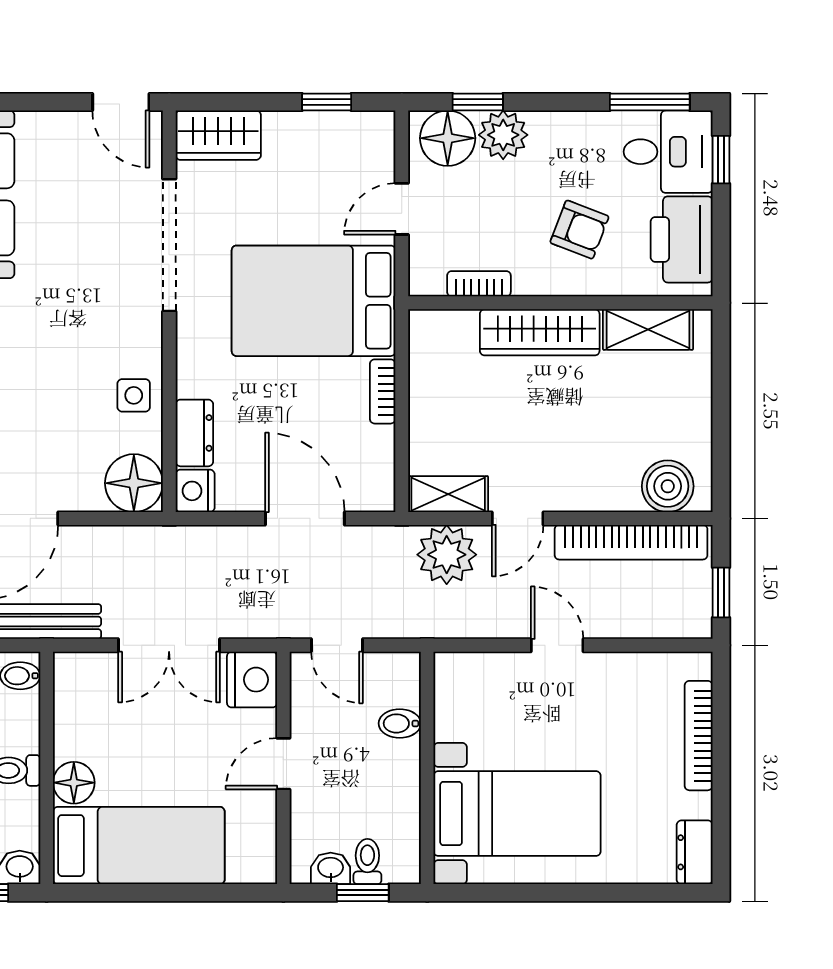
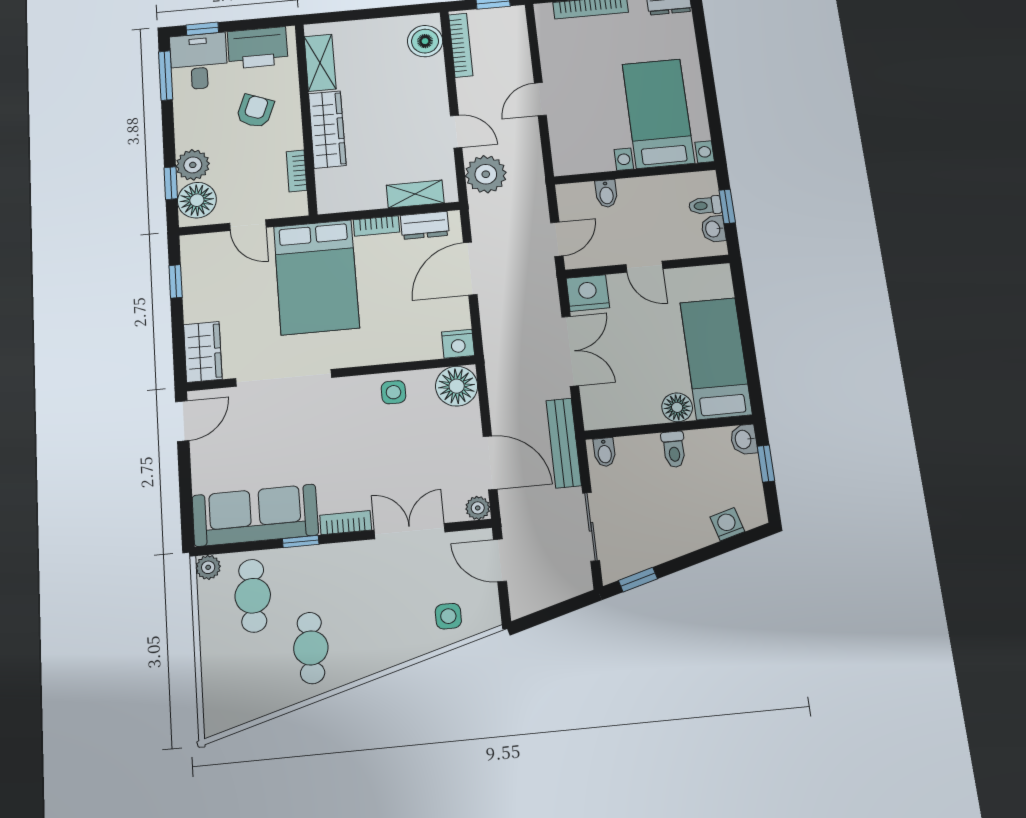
dresser: (194, 433) -> (425, 225), moved, turned 180
shelving: (448, 494) -> (415, 194), moved, turned 90
bookcase: (631, 542) -> (461, 45), width x0.68, depth x0.76

